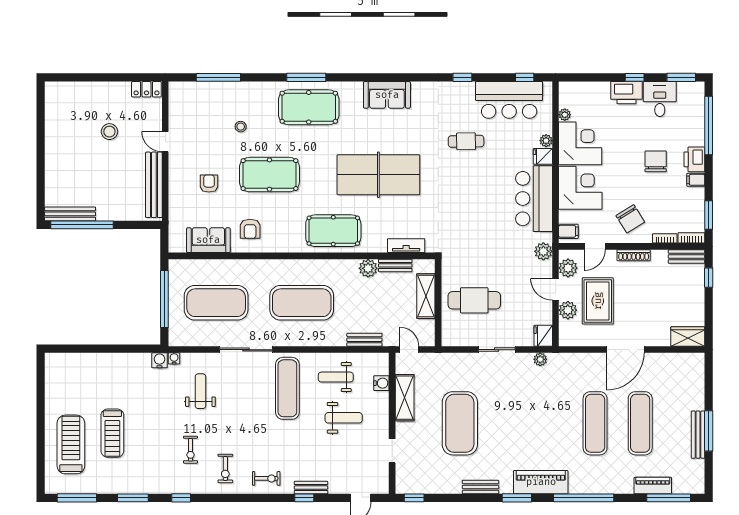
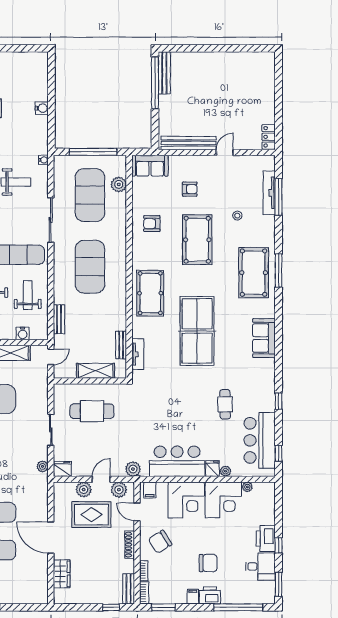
tv unit: (213, 89) -> (269, 193), added
stool: (109, 132) -> (233, 106), removed
sofa: (208, 240) -> (150, 166), moved, turned 90
plant: (368, 268) -> (119, 184), moved
cafe table: (474, 300) -> (92, 411), turned 90
wardrobe: (688, 337) -> (62, 574), moved
water cooler: (159, 360) -> (42, 108), moved

